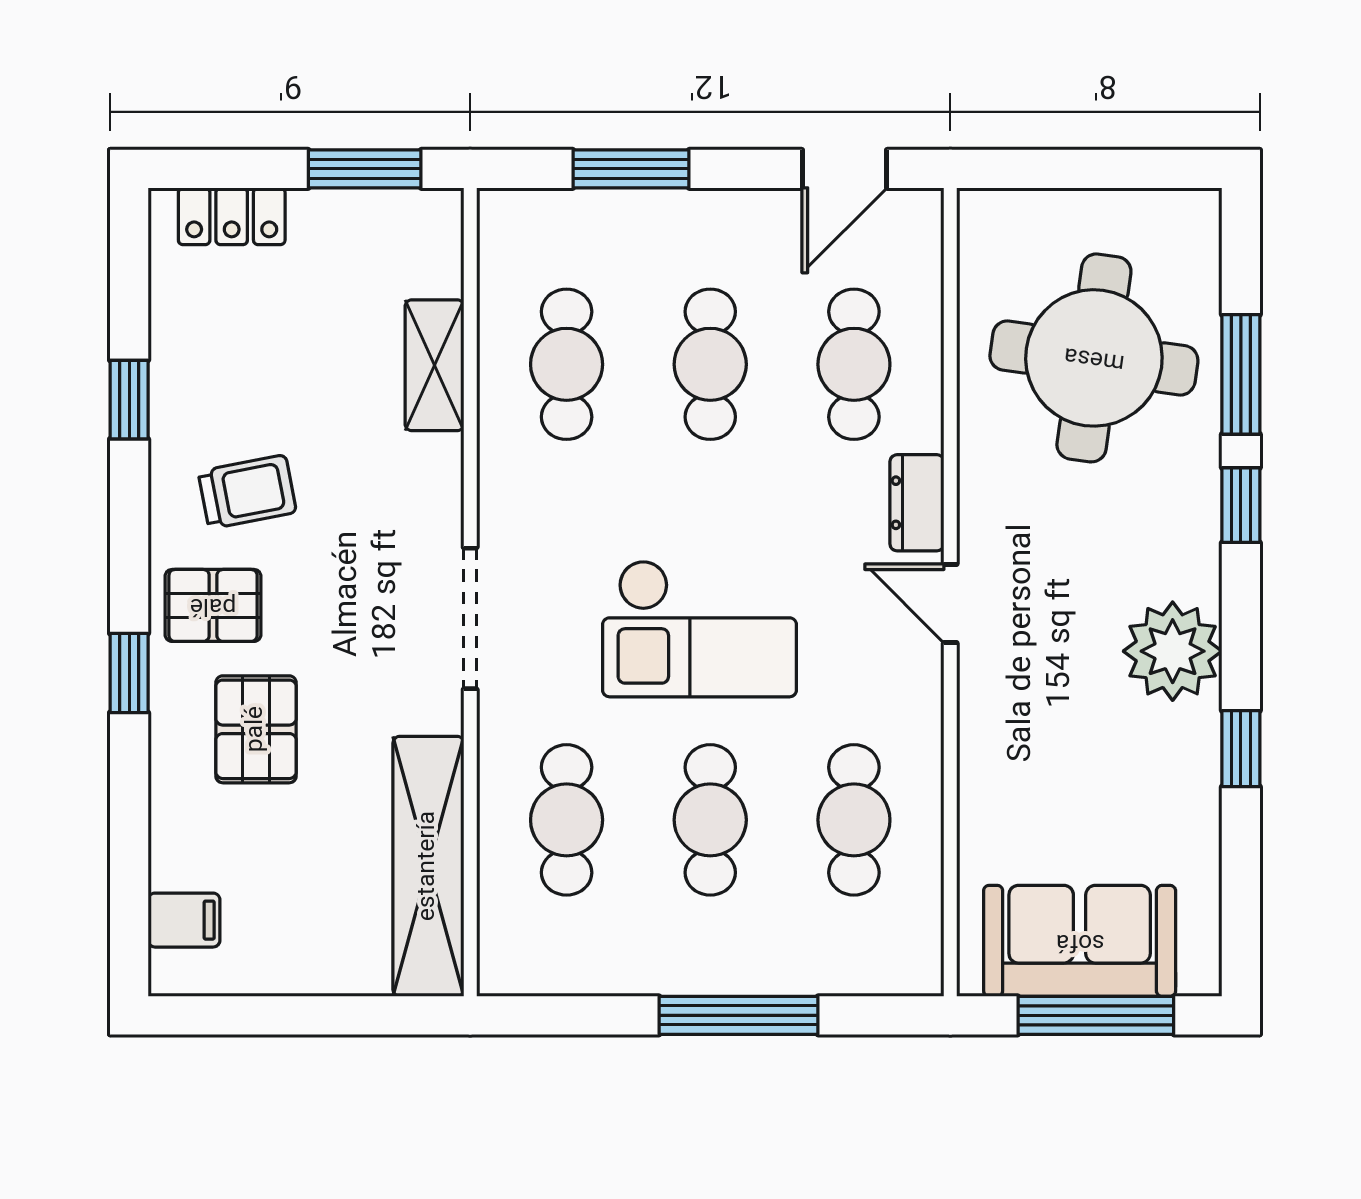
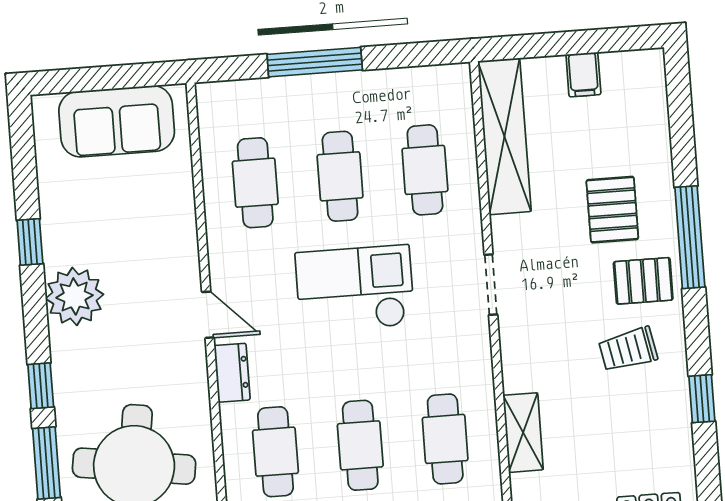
doorway: (470, 618) -> (491, 285), width x0.73
window: (129, 673) -> (690, 237), width x2.17
filing cabinet: (184, 920) -> (583, 75), moved, turned -90
window: (1096, 1015) -> (104, 78), removed

